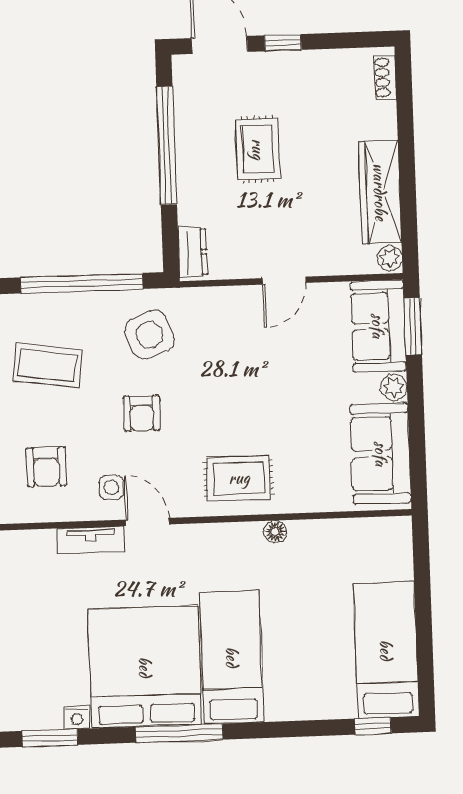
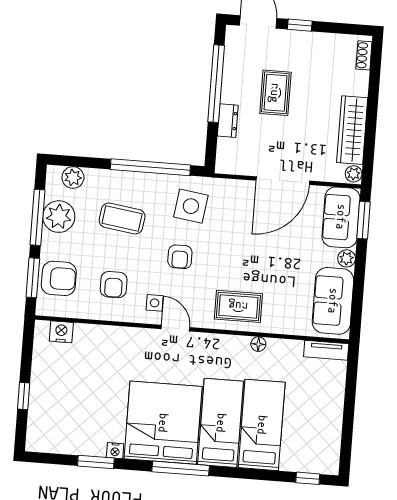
dresser: (192, 252) -> (228, 121), moved
door: (284, 281) -> (283, 181), width x1.87
side table: (150, 335) -> (191, 206), turned 30
tv unit: (91, 540) -> (326, 350), moved
bed: (386, 650) -> (262, 425), moved

